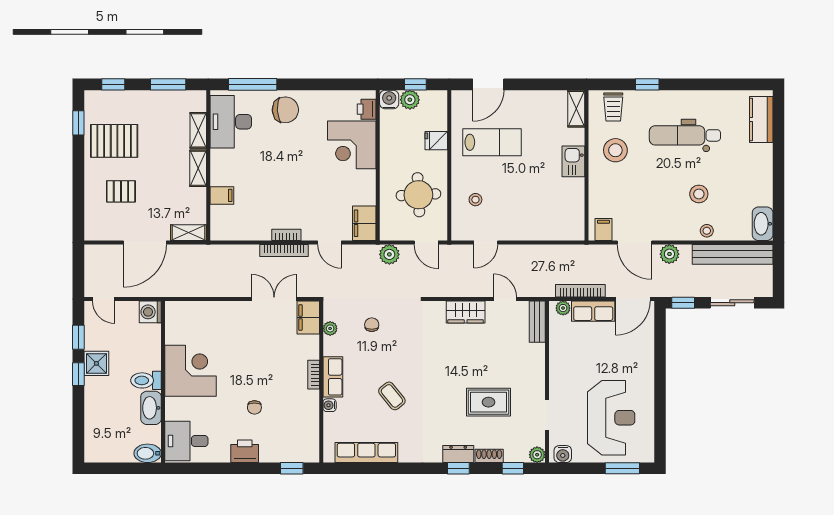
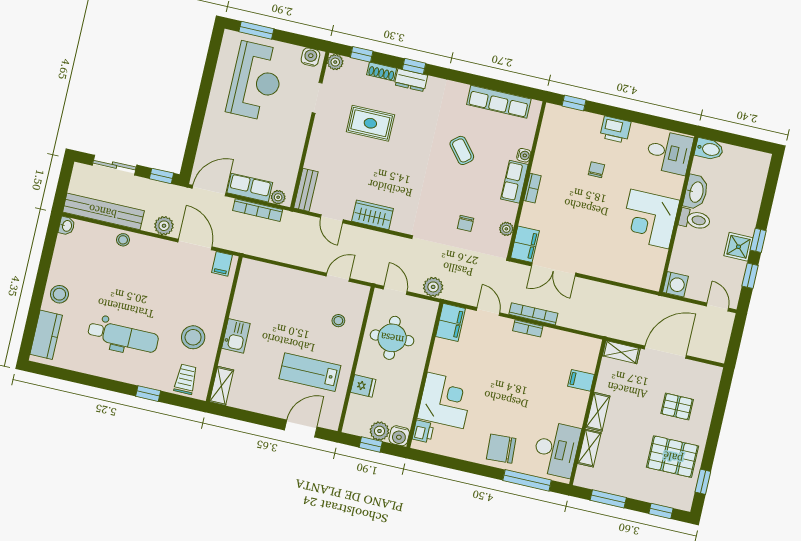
stool: (699, 194) -> (59, 294), moved
washbasin: (763, 224) -> (67, 226), width x0.52, depth x0.69
reception desk: (611, 418) -> (256, 81), turned 180

